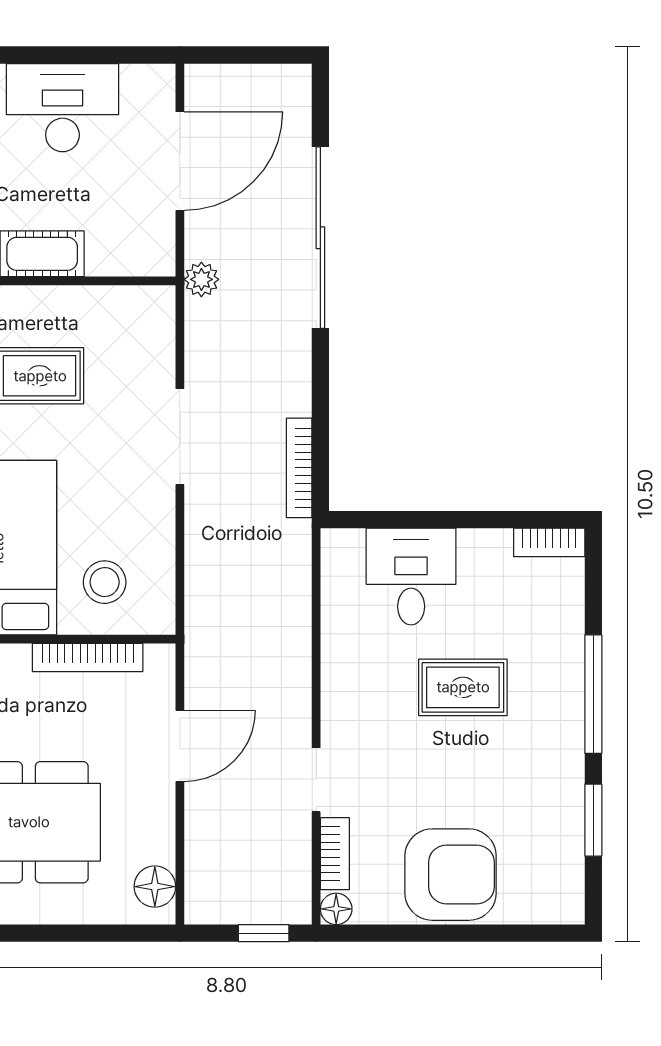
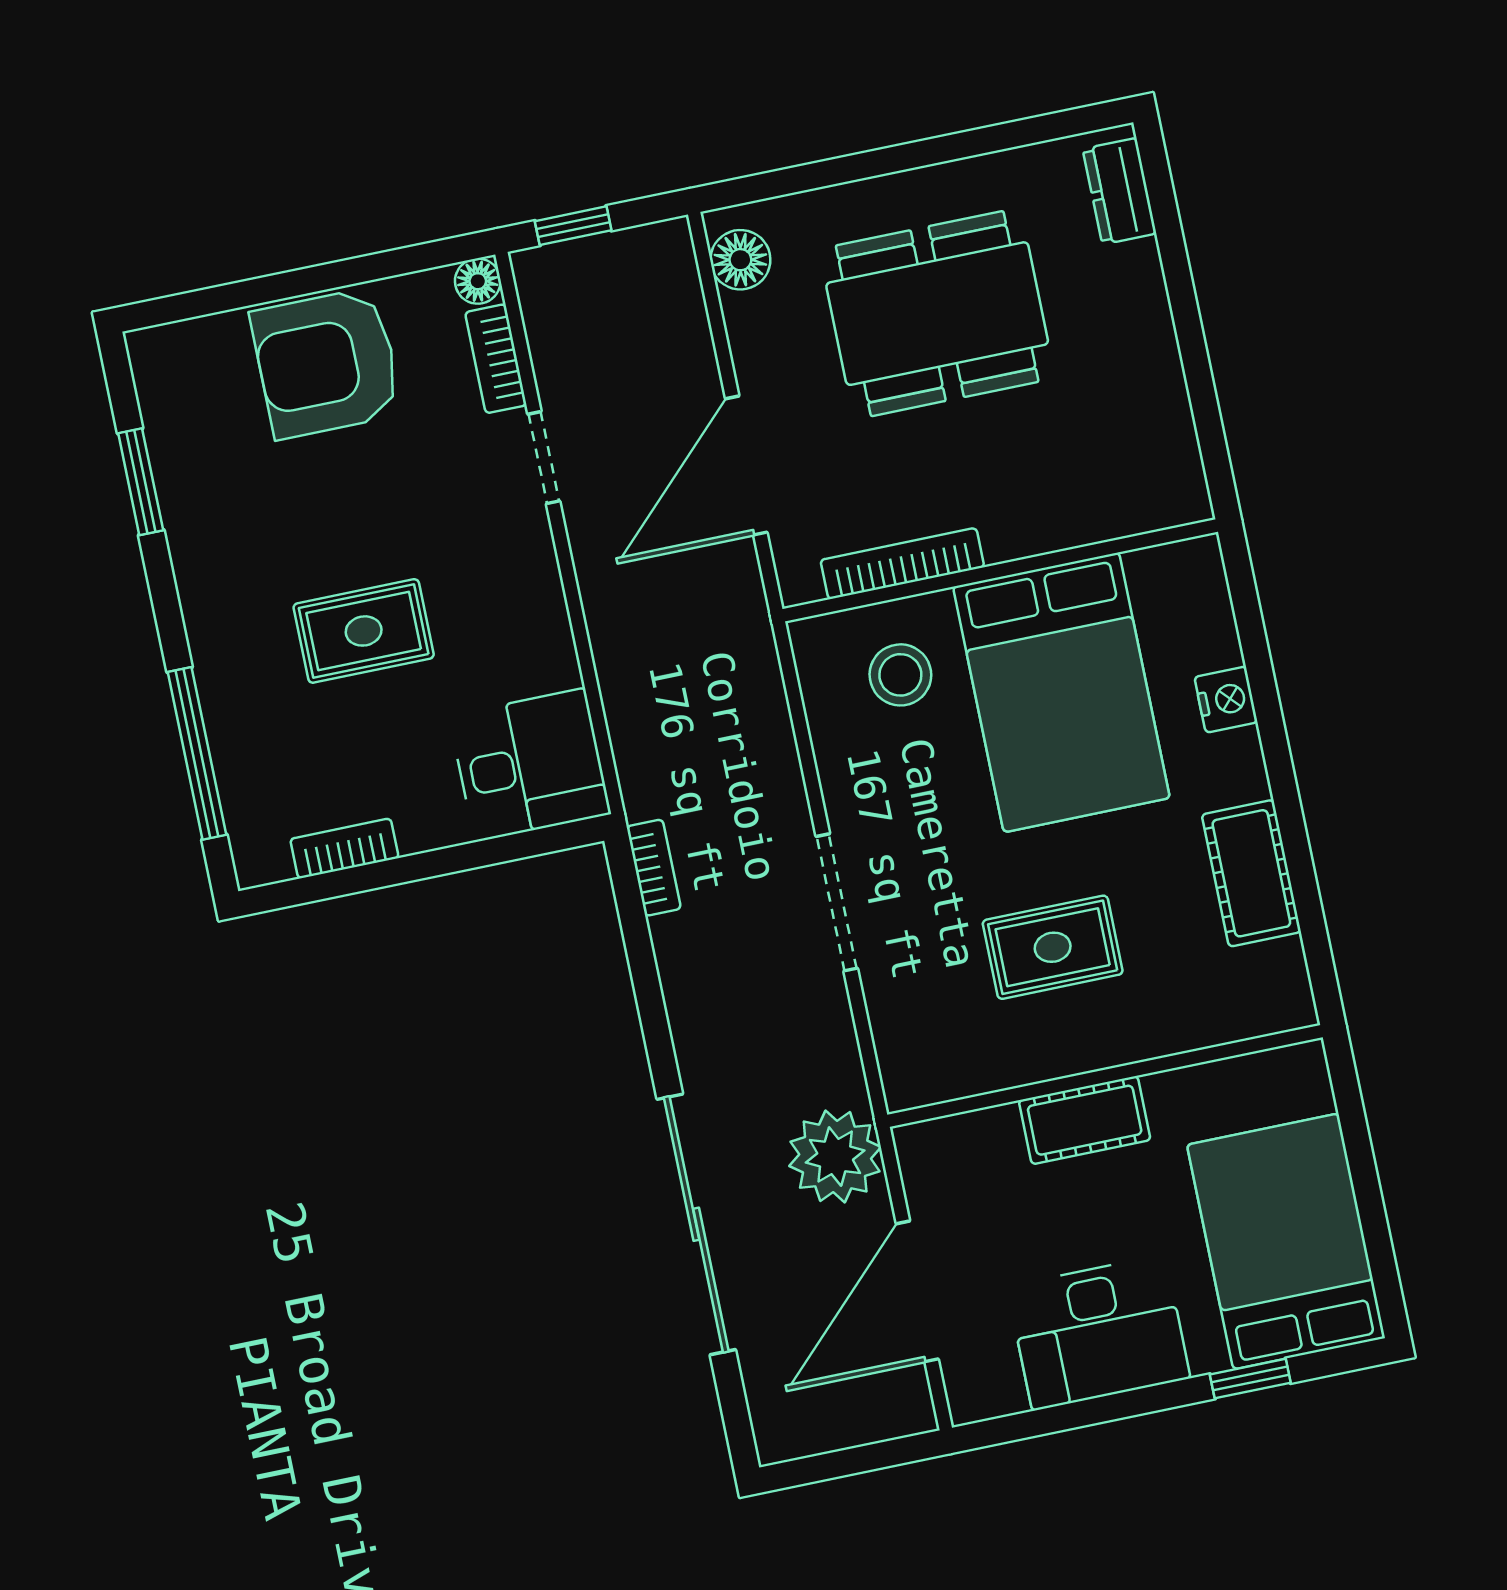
plant: (201, 279) -> (835, 1157), width x1.87, depth x1.87
bookcase: (299, 468) -> (654, 868), width x0.64
bookcase: (549, 542) -> (344, 848), moved
desk: (411, 577) -> (530, 765), moved, turned -90
window: (593, 694) -> (197, 753), moved
door: (180, 746) -> (746, 465), width x1.36

